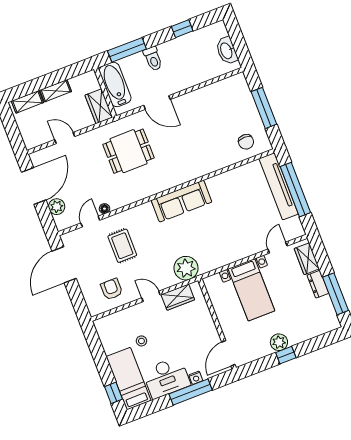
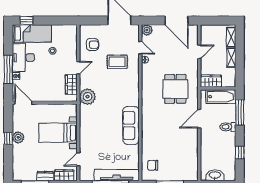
sofa: (182, 201) -> (131, 125), moved
plant: (57, 207) -> (147, 30), moved
door: (278, 248) -> (78, 159), swing flipped

